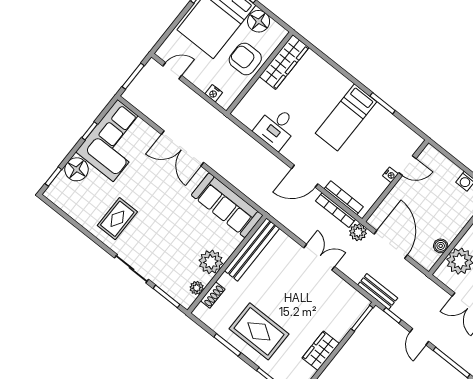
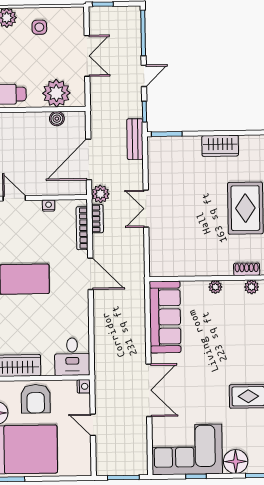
door: (172, 71) -> (93, 425), moved
nightstand: (214, 93) -> (84, 386), moved
desk: (276, 128) -> (72, 357), moved, turned 90
nightstand: (390, 175) -> (49, 206), moved
bookcase: (335, 210) -> (97, 219), width x0.64
bench: (252, 250) -> (184, 268), removed
plant: (211, 262) -> (215, 287), width x0.53, depth x0.53

